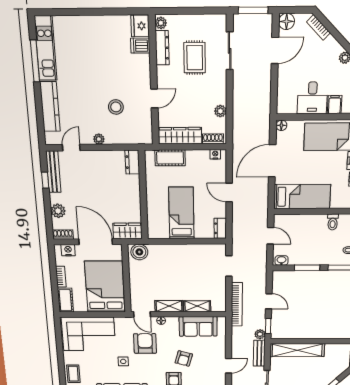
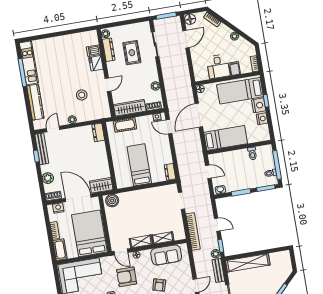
fridge: (140, 26) -> (96, 63), moved
door: (229, 192) -> (169, 127), moved
armchair: (145, 343) -> (127, 277), turned -90

